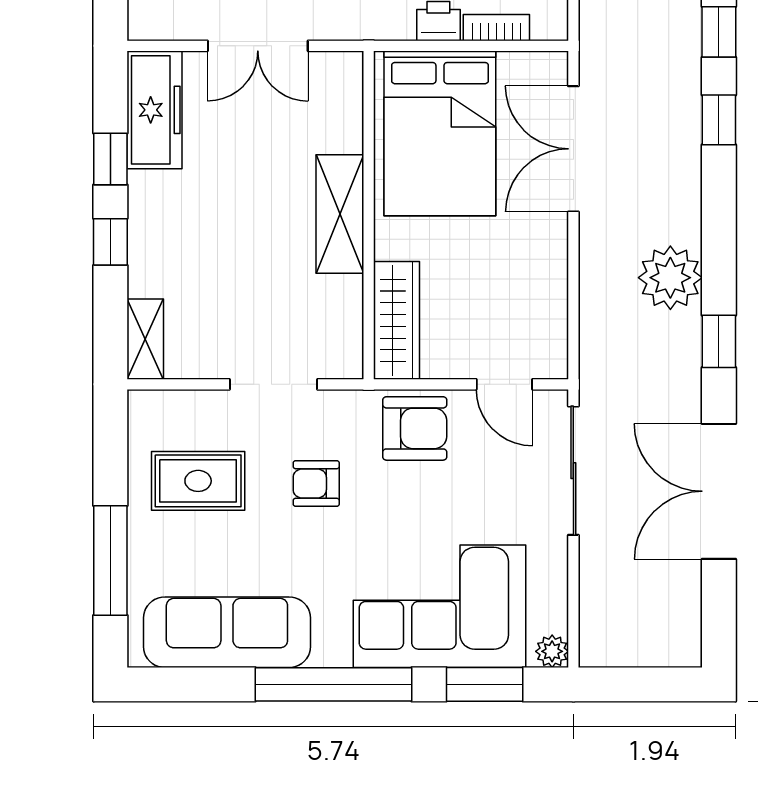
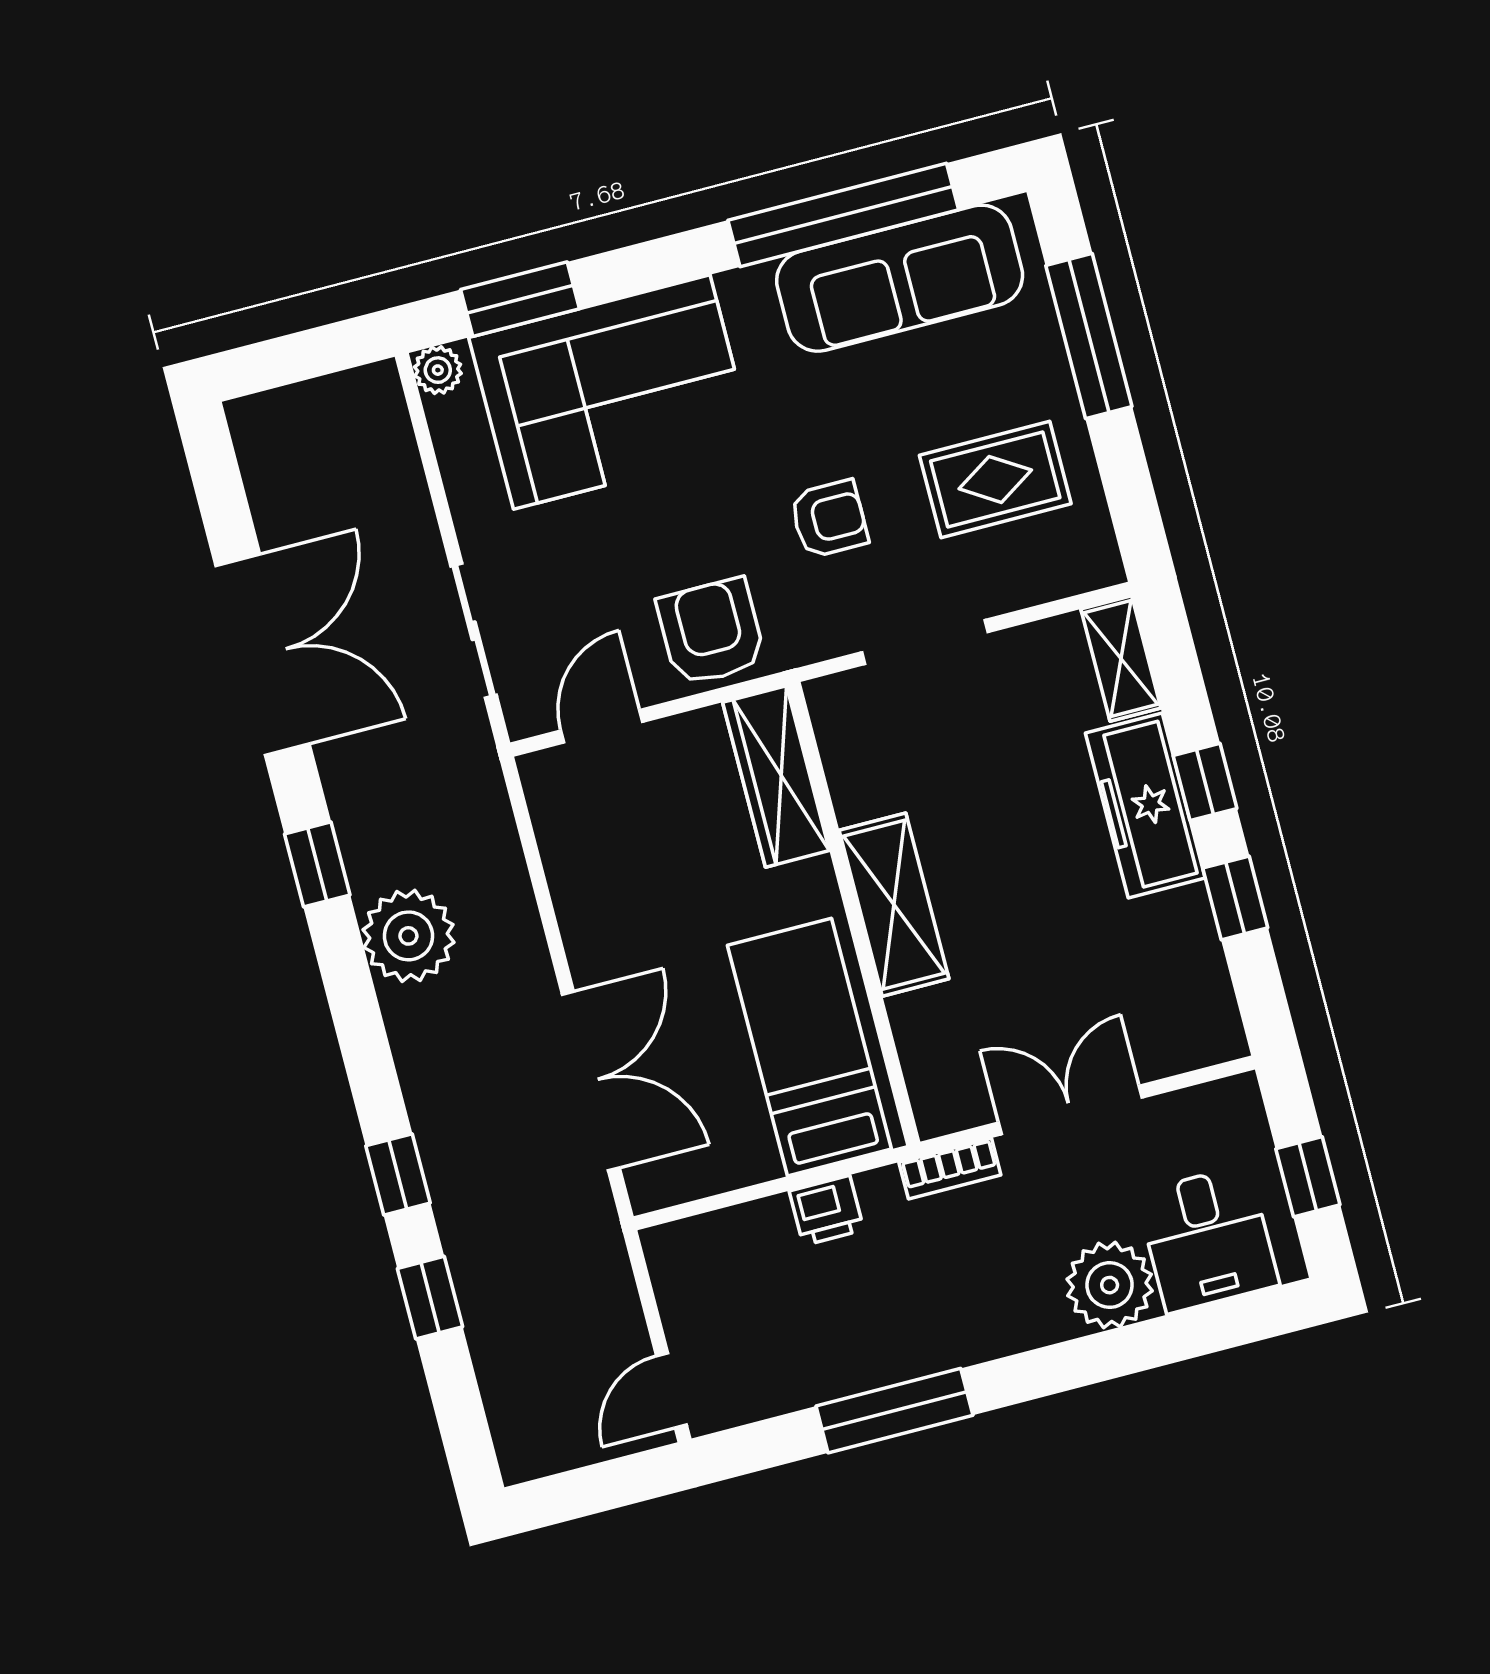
bookcase: (496, 28) -> (950, 1169), moved
freezer: (155, 110) -> (1145, 806), moved
bed: (440, 133) -> (809, 1047), width x0.67
door: (504, 384) -> (602, 726), hinge flipped
armchair: (415, 428) -> (711, 632), turned 90
sliding door: (573, 471) -> (474, 631), width x0.73
window: (334, 684) -> (843, 215), moved

